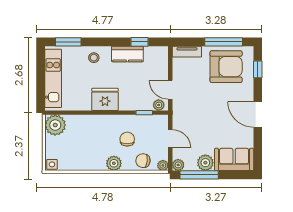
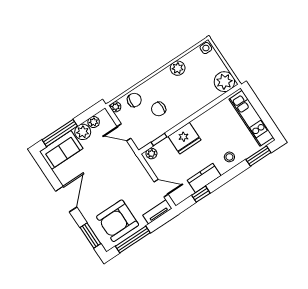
window: (258, 69) -> (90, 236), width x1.50
door: (170, 90) -> (161, 188), moved
fridge: (105, 99) -> (184, 138), moved
door: (258, 114) -> (66, 199), hinge flipped
chair: (127, 139) -> (159, 109), turned 90
plant: (114, 163) -> (178, 68), moved
plant: (178, 165) -> (94, 122), moved
window: (199, 175) -> (60, 133), moved

